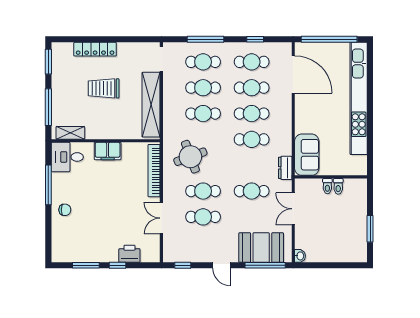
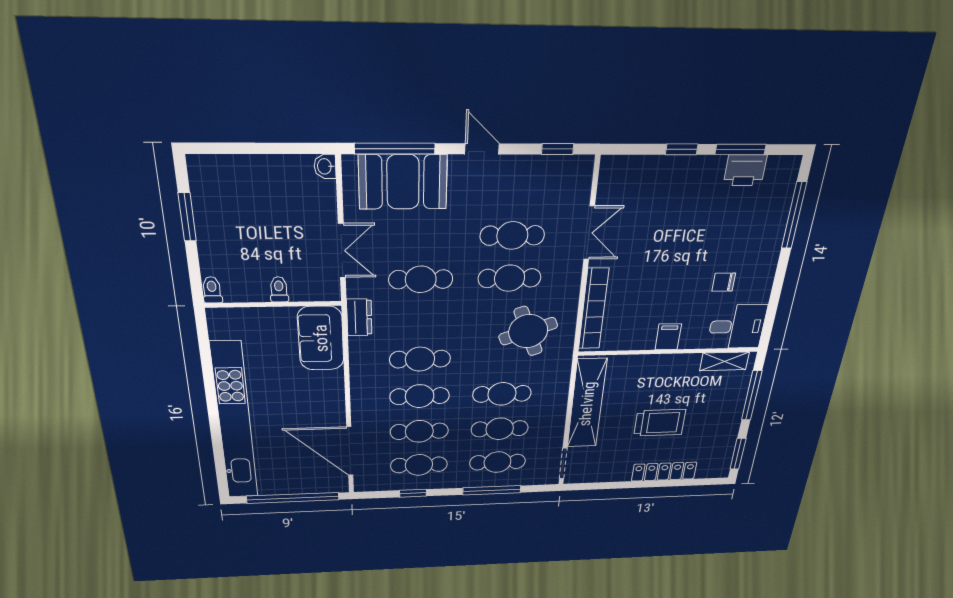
filing cabinet: (108, 151) -> (668, 337), width x0.50
window: (48, 185) -> (794, 216), moved
toilet: (338, 186) -> (212, 290), moved
chair: (65, 210) -> (724, 282), moved
printer: (129, 254) -> (745, 170), moved

